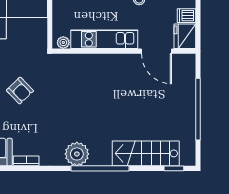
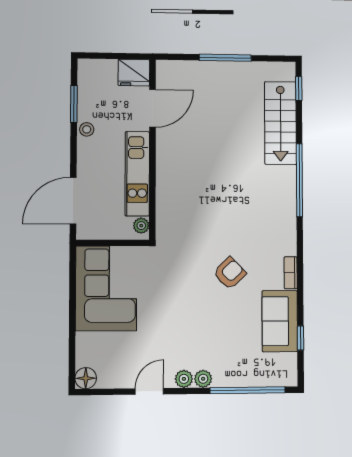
dishwasher: (186, 16) -> (108, 70), removed
armchair: (20, 91) -> (230, 273), moved
window: (198, 109) -> (225, 58), width x0.68
plant: (77, 154) -> (282, 209), removed

